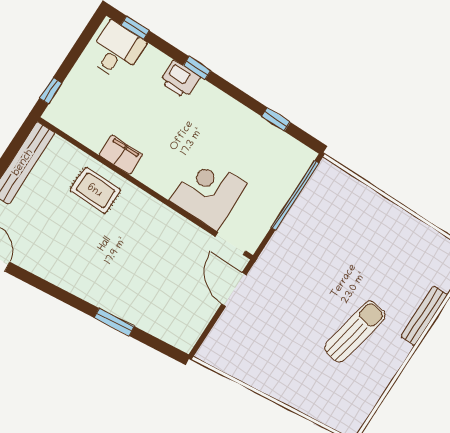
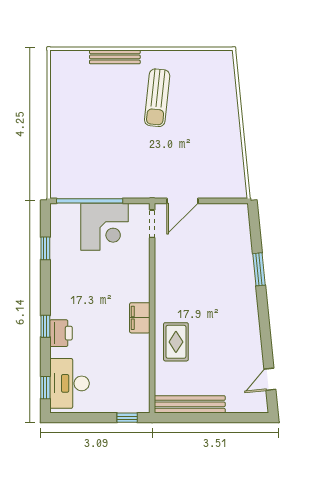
desk: (116, 50) -> (69, 383), width x1.37
filing cabinet: (121, 155) -> (140, 318), moved
corner desk: (208, 192) -> (105, 227), moved, turned -90
sun lounger: (355, 332) -> (157, 98), turned -95

